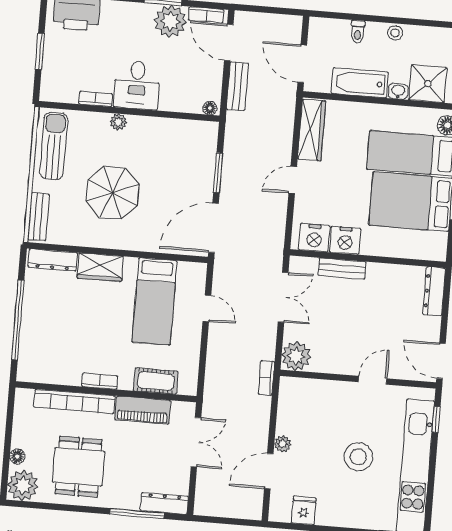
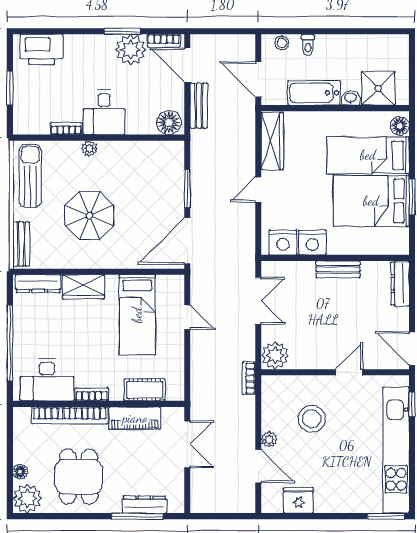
stool: (395, 33) -> (282, 43), moved
floor lamp: (210, 108) -> (169, 123), width x1.89, depth x1.89
bench: (342, 269) -> (338, 269), moved
desk: (54, 362) -> (47, 380), added
stool: (358, 457) -> (312, 419), moved
door: (269, 471) -> (258, 466), swing flipped
dresser: (164, 503) -> (144, 505), moved
fridge: (304, 510) -> (298, 500), width x1.38

